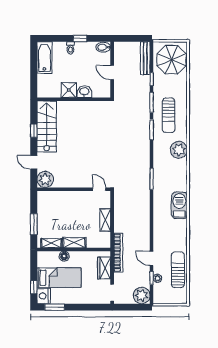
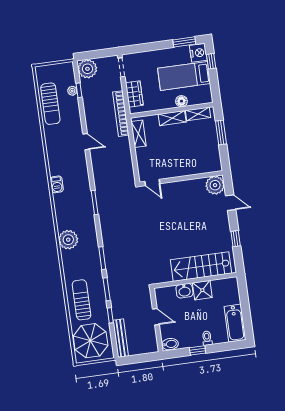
sun lounger: (169, 115) -> (82, 300), moved
stairs: (47, 127) -> (201, 267), moved, turned 90
barbecue: (179, 205) -> (57, 184), width x0.53, depth x0.65
shelving: (105, 220) -> (138, 134), moved
door: (152, 259) -> (86, 142), moved

